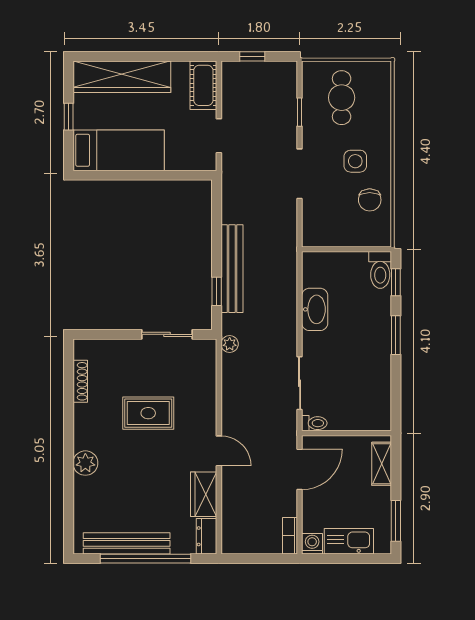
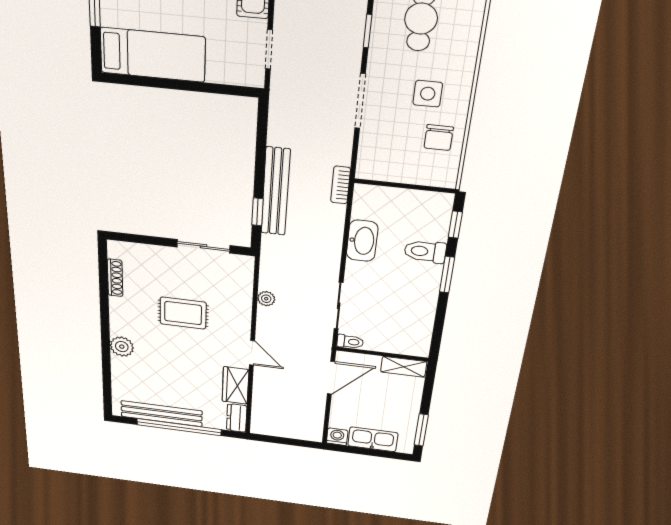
toilet: (380, 270) -> (425, 252), moved, turned 90
plant: (230, 344) -> (266, 299), moved
shelving: (382, 464) -> (404, 367), moved, turned 90
bookcase: (290, 536) -> (341, 185), moved

